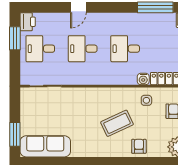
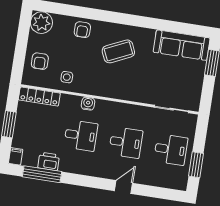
printer: (28, 22) -> (49, 161), moved, turned 90
water cooler: (143, 79) -> (88, 104), moved
coffee table: (117, 123) -> (118, 51), moved

